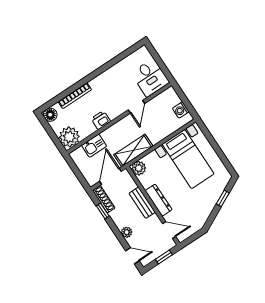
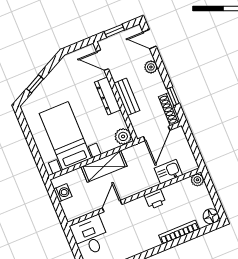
plant: (69, 137) -> (197, 180), width x0.53, depth x0.53
shelving: (133, 150) -> (104, 166), moved

